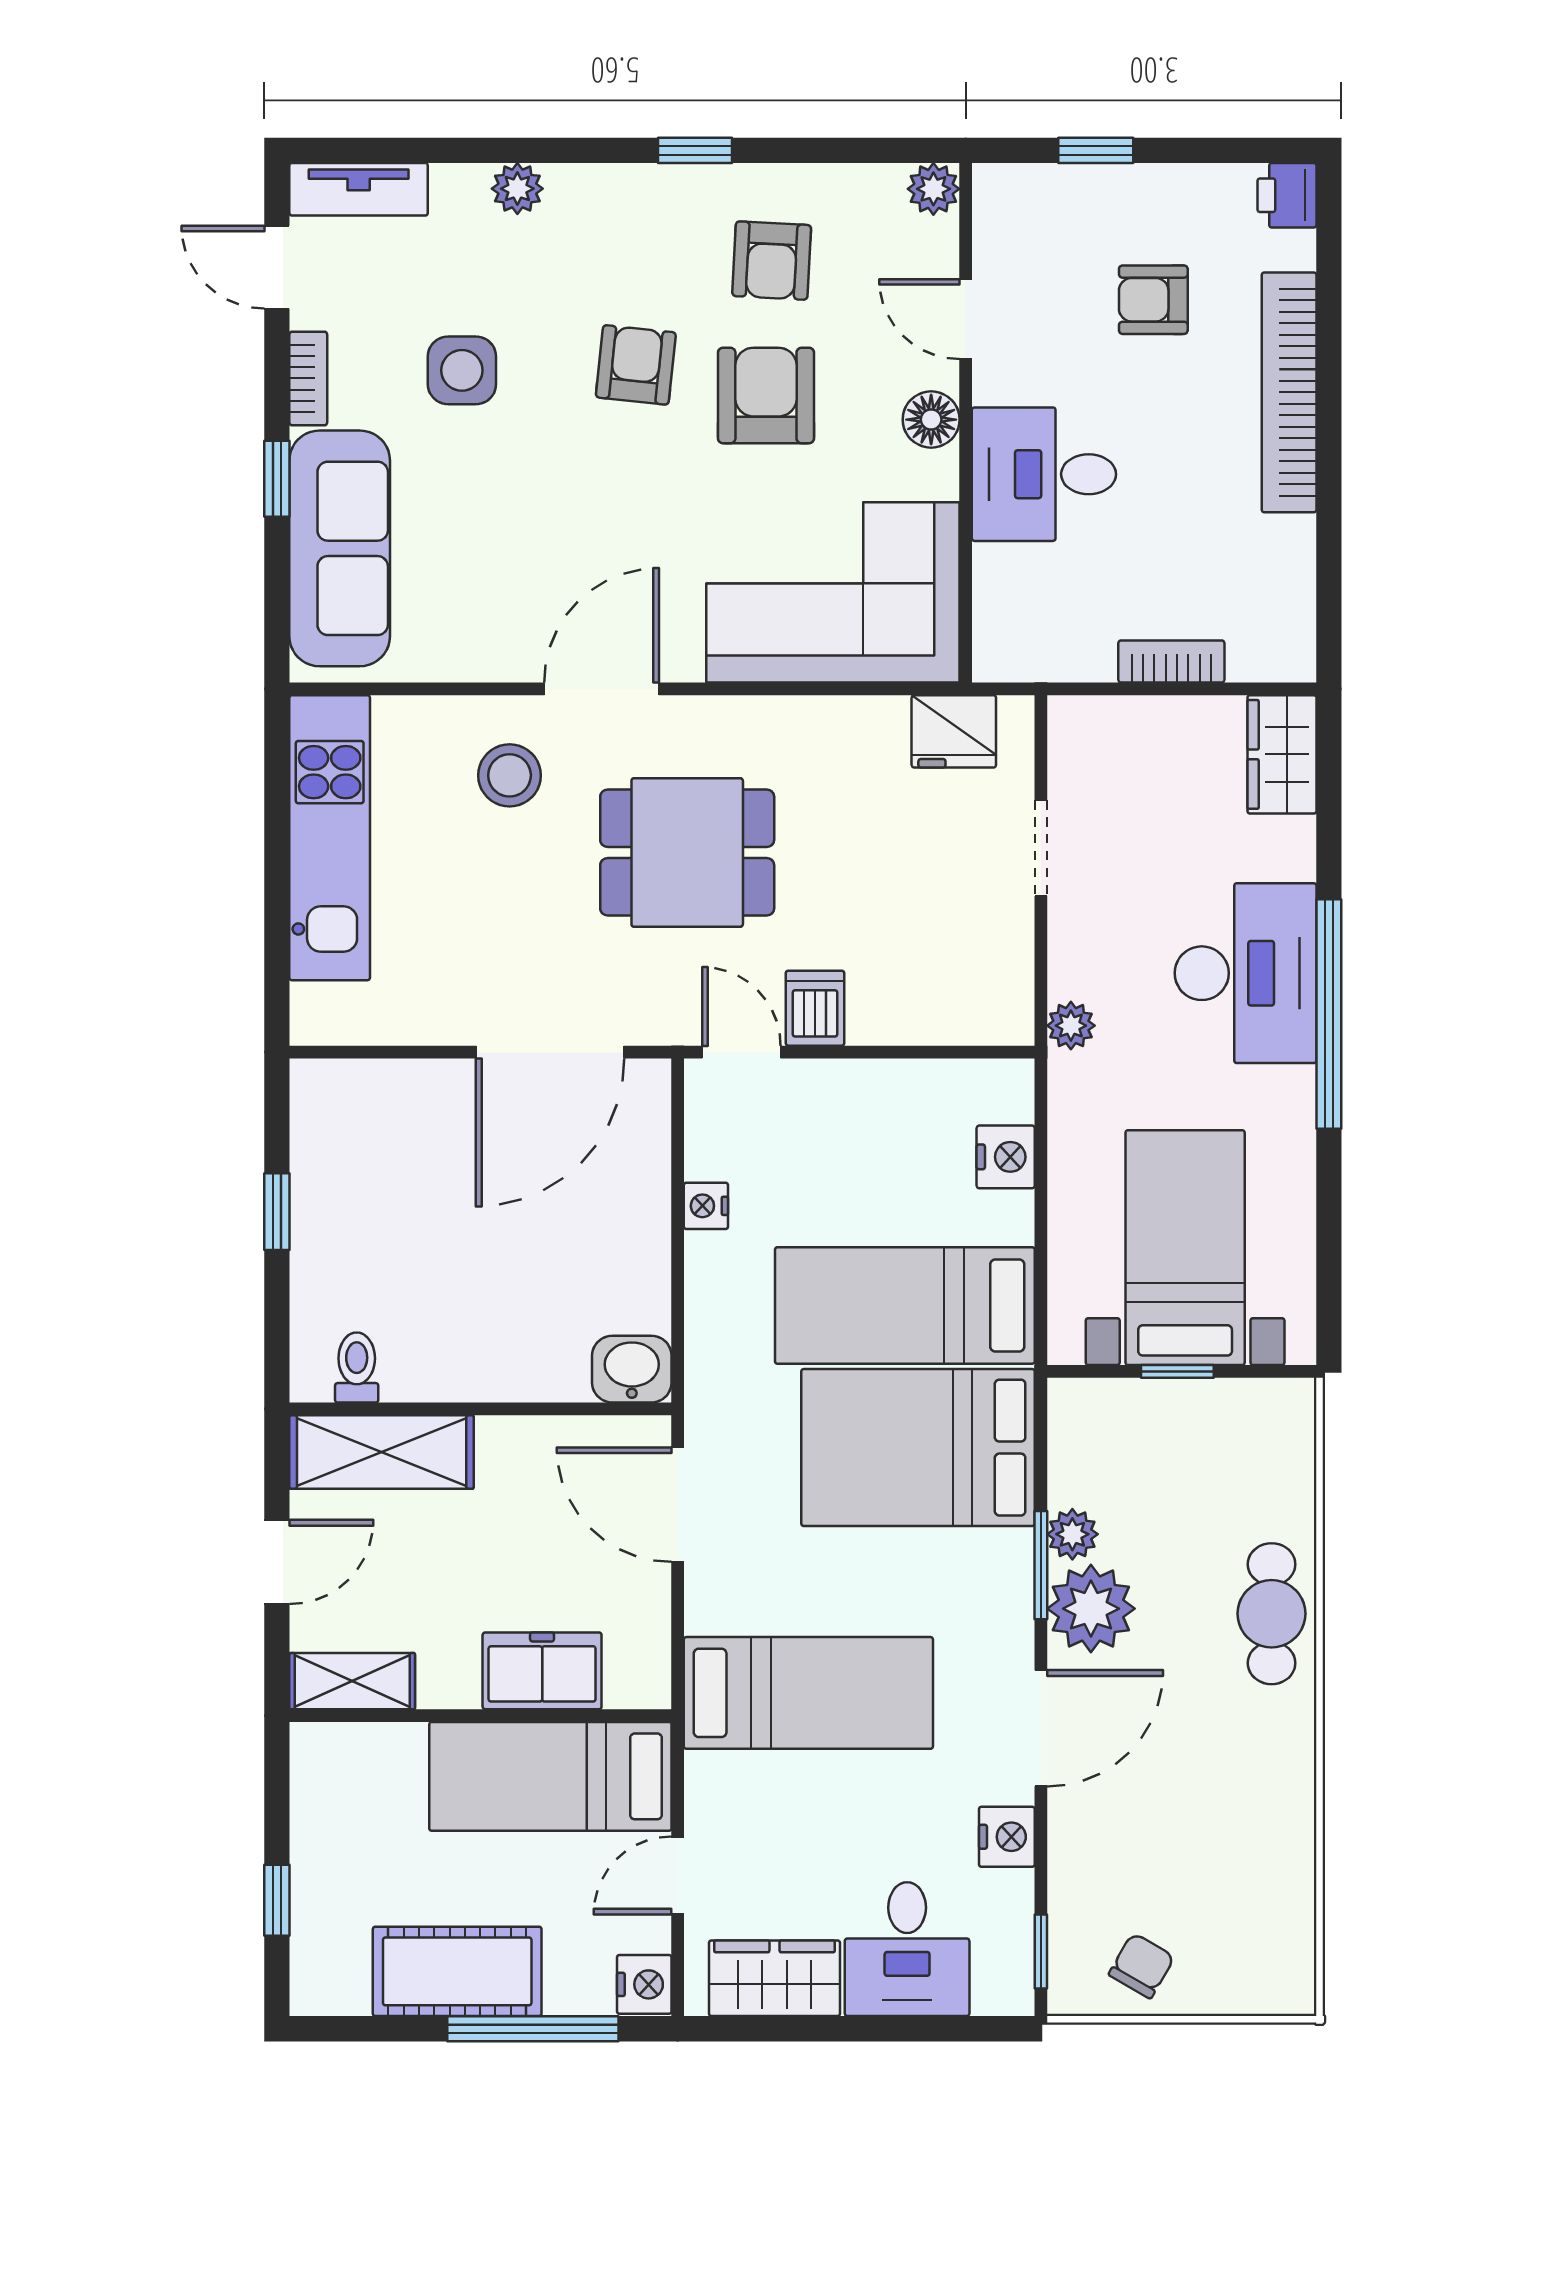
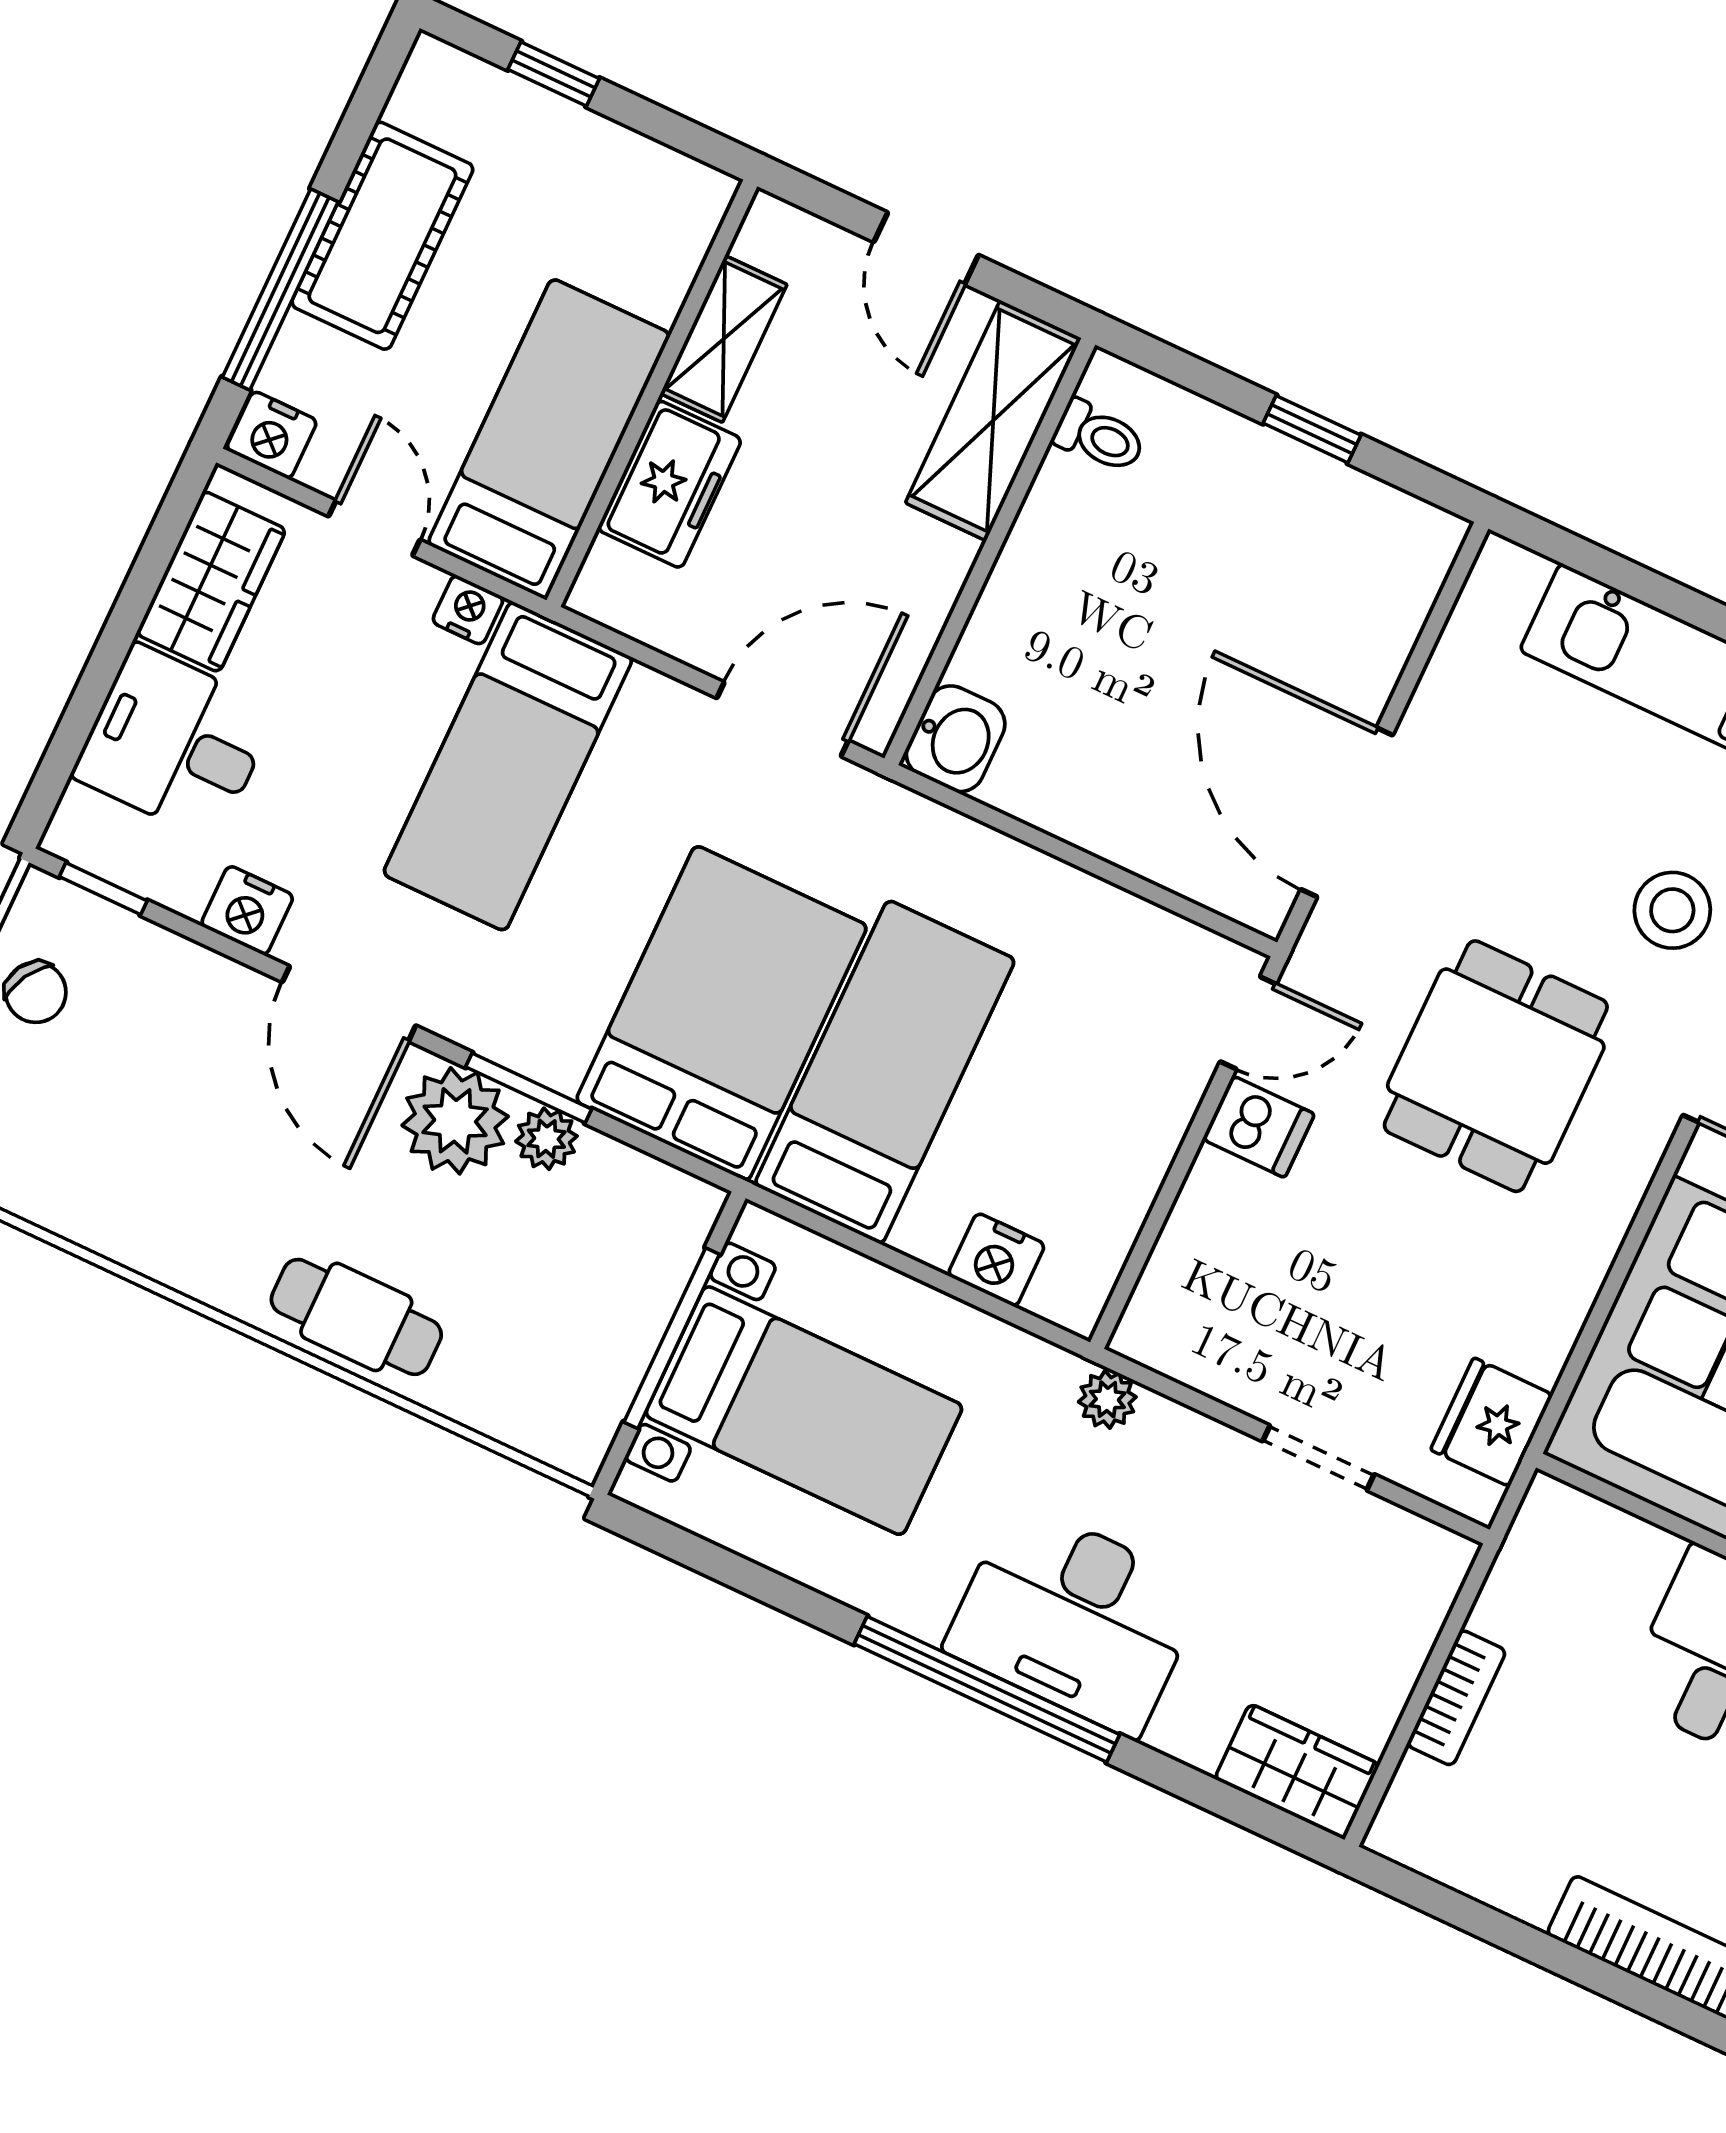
nightstand: (706, 1206) -> (468, 610), moved
window: (1177, 1371) -> (672, 1338), width x2.17
shelving: (352, 1681) -> (724, 339), moved

